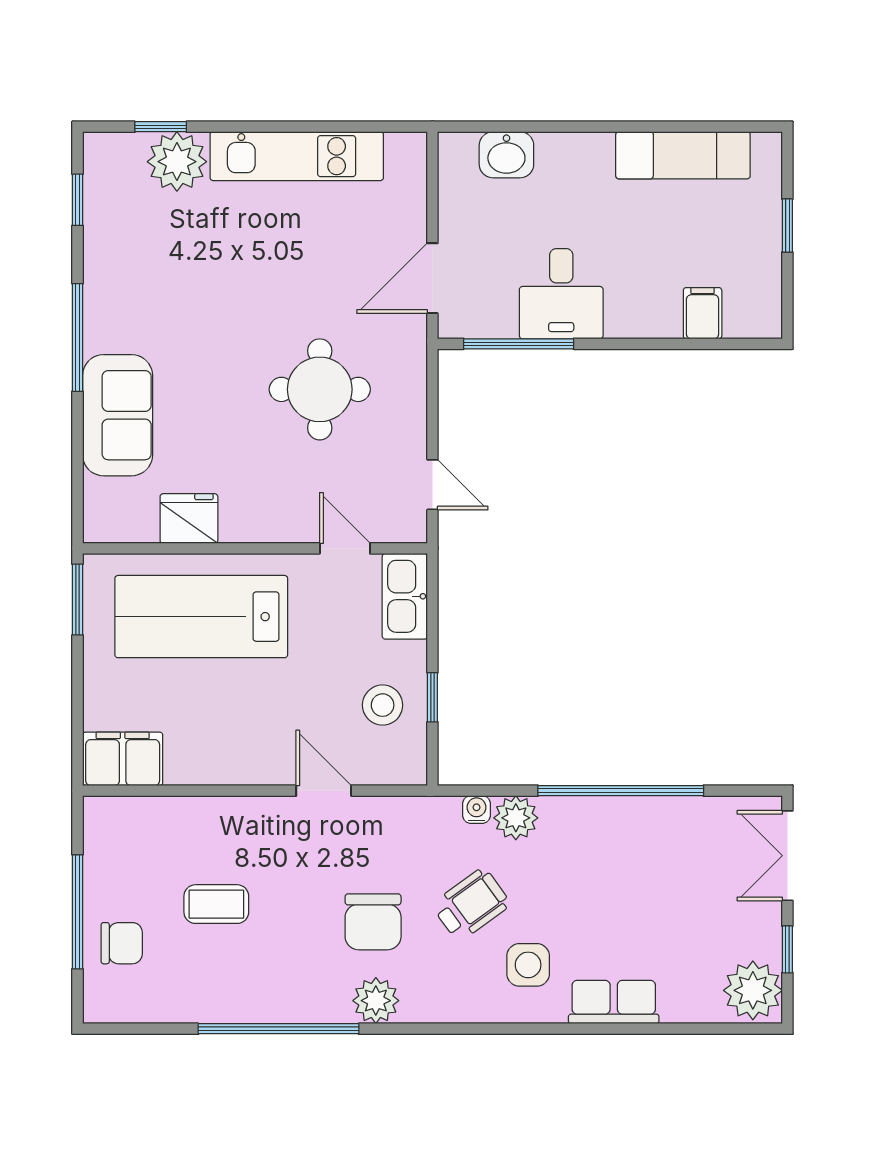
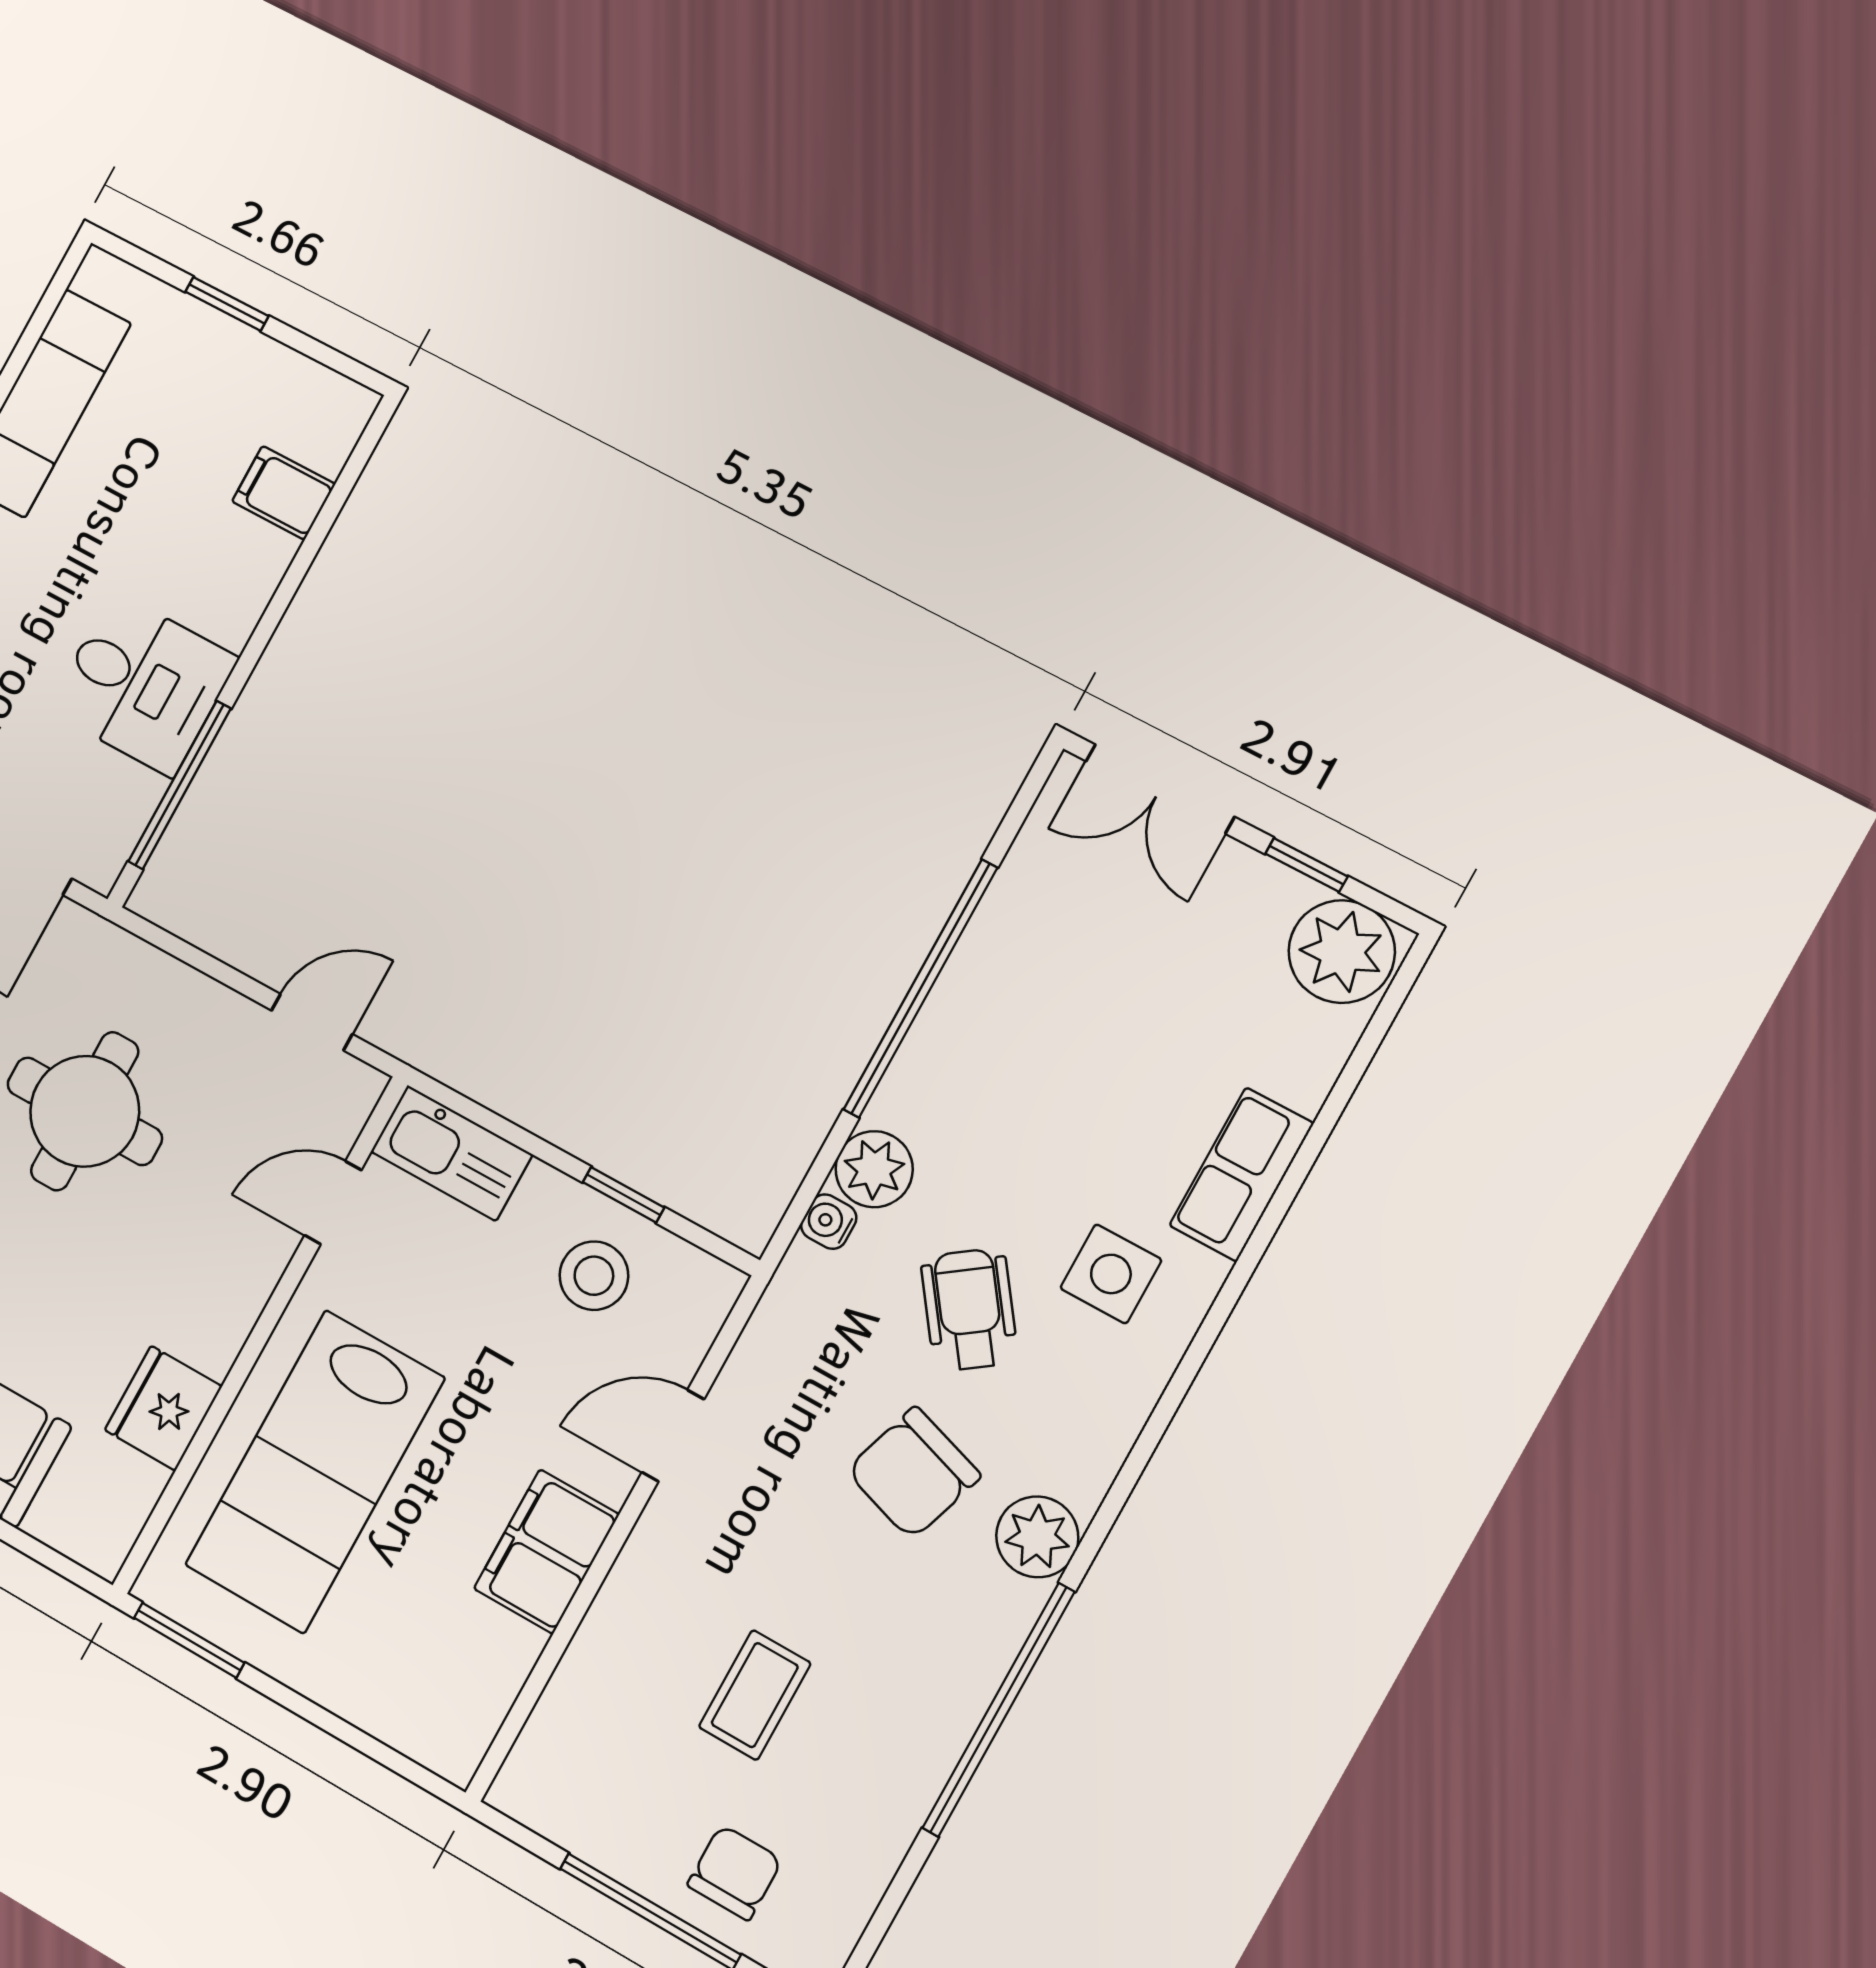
filing cabinet: (123, 759) -> (546, 1552), moved
chair: (373, 922) -> (913, 1473), turned 108

